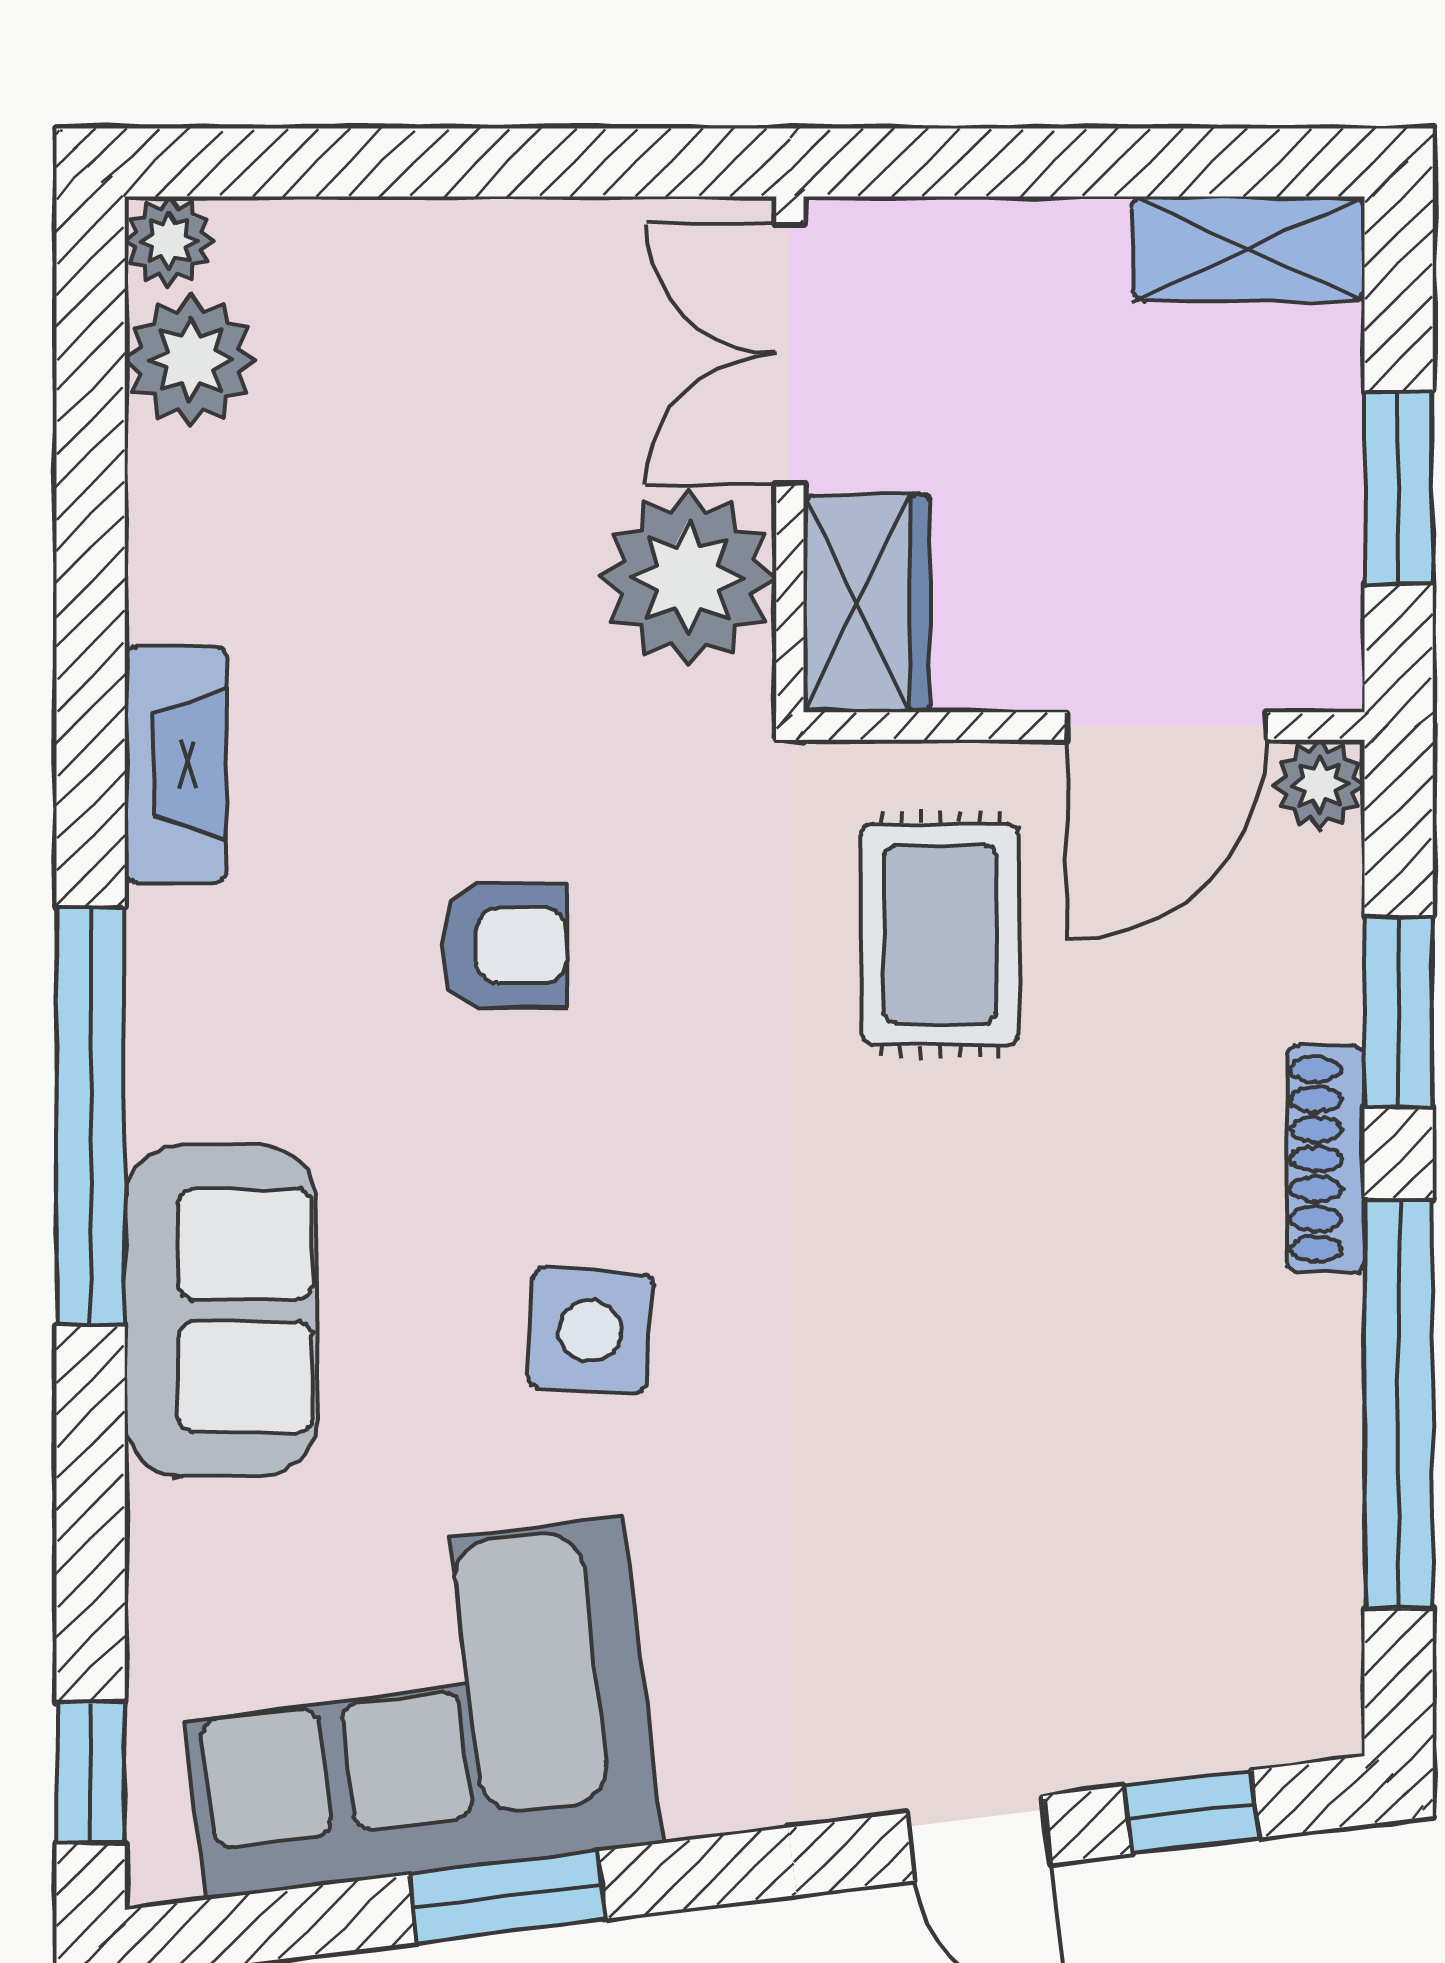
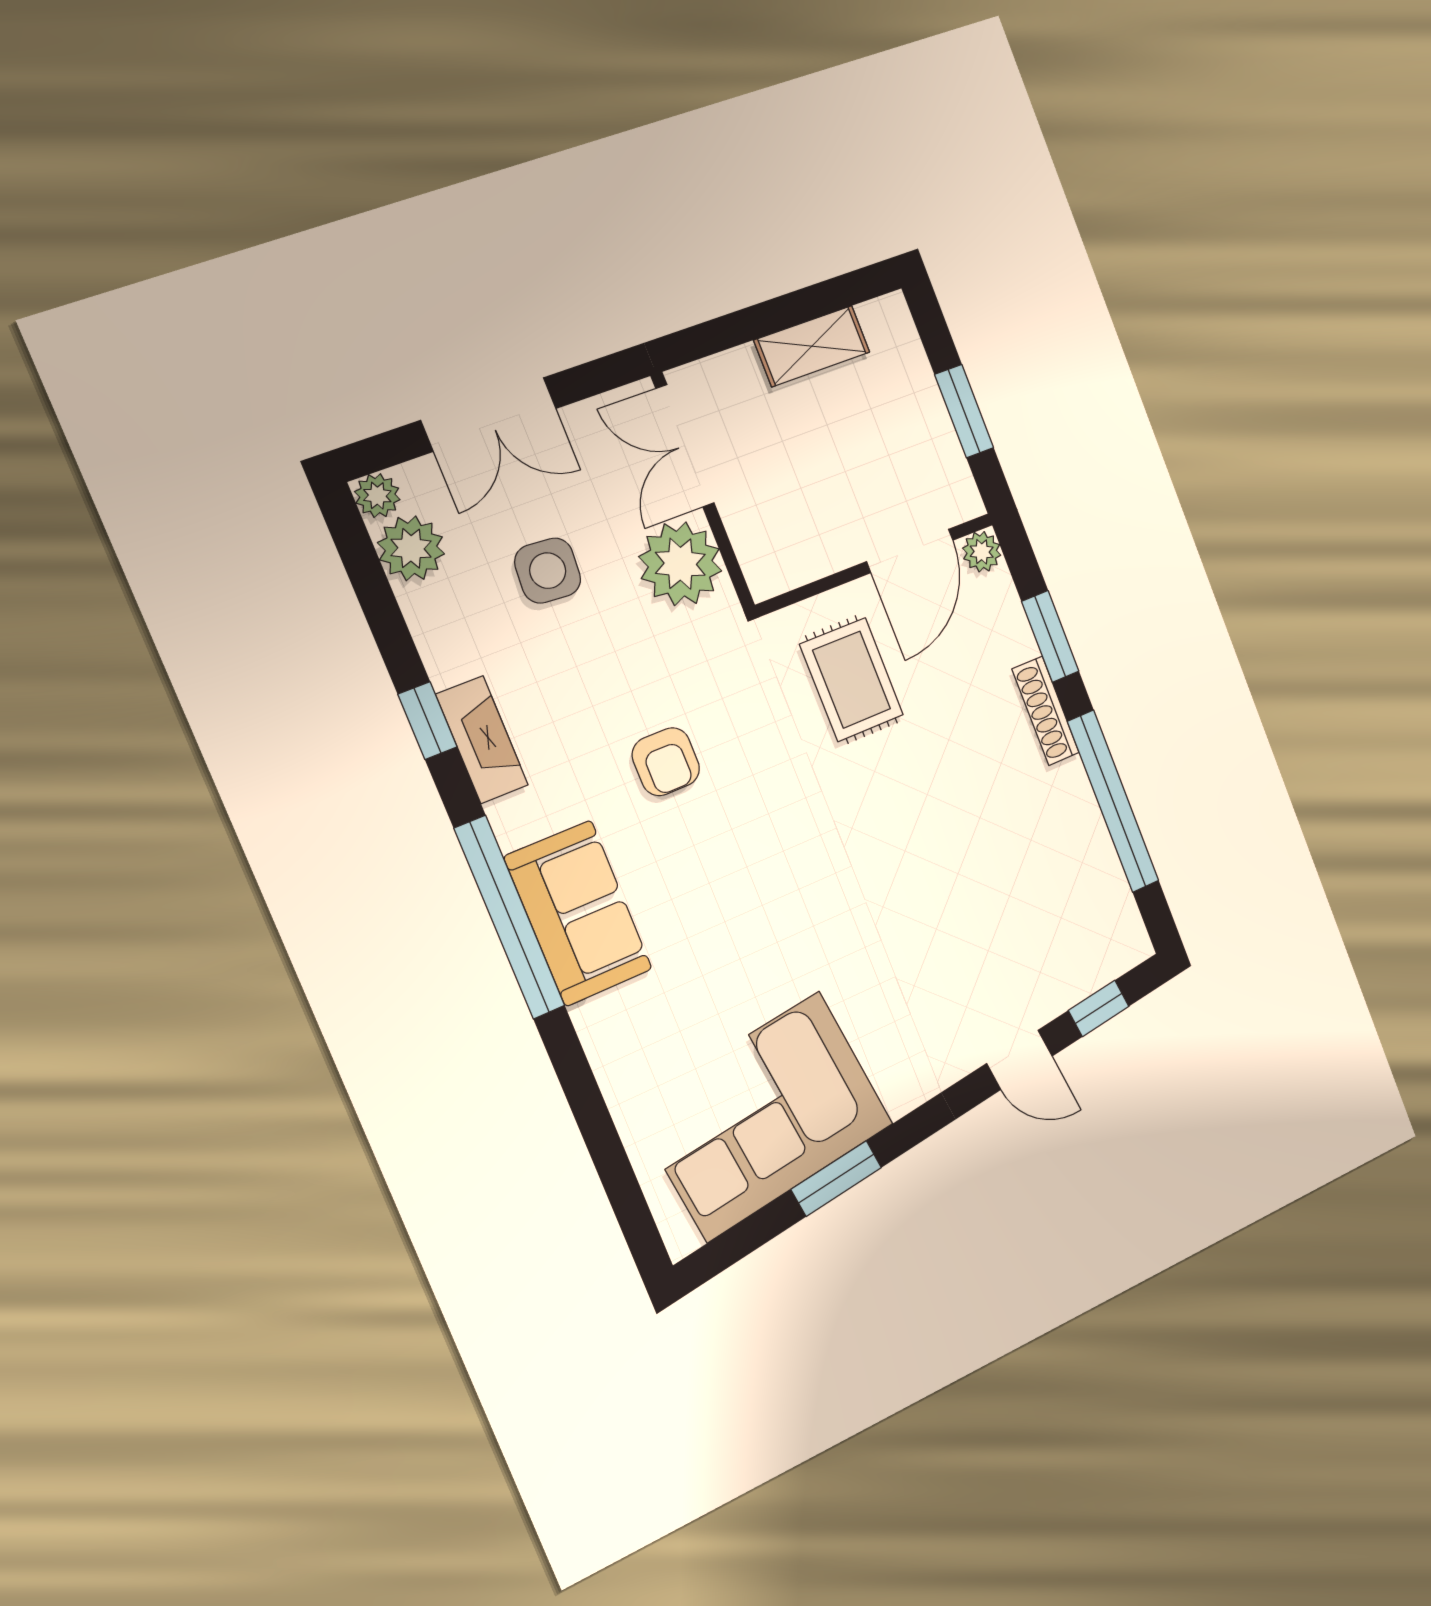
double door: (436, 162) -> (489, 414), added
shelving: (1248, 249) -> (812, 346), moved
wardrobe: (867, 604) -> (763, 546), removed
armchair: (504, 946) -> (666, 762), turned 90
sofa: (221, 1311) -> (578, 913), moved
side table: (590, 1330) -> (548, 571), moved
window: (91, 1772) -> (427, 721), moved

